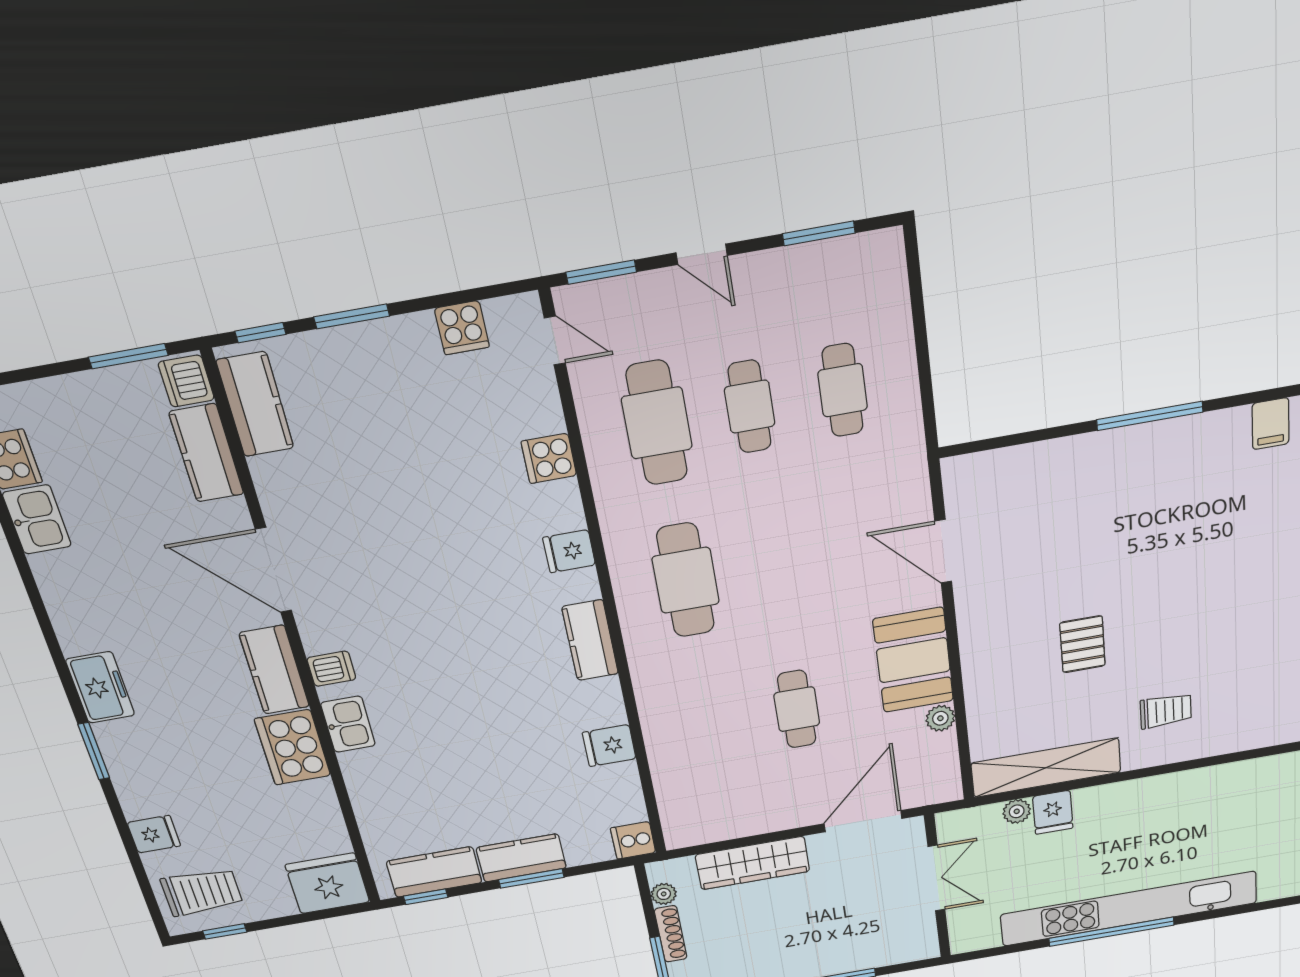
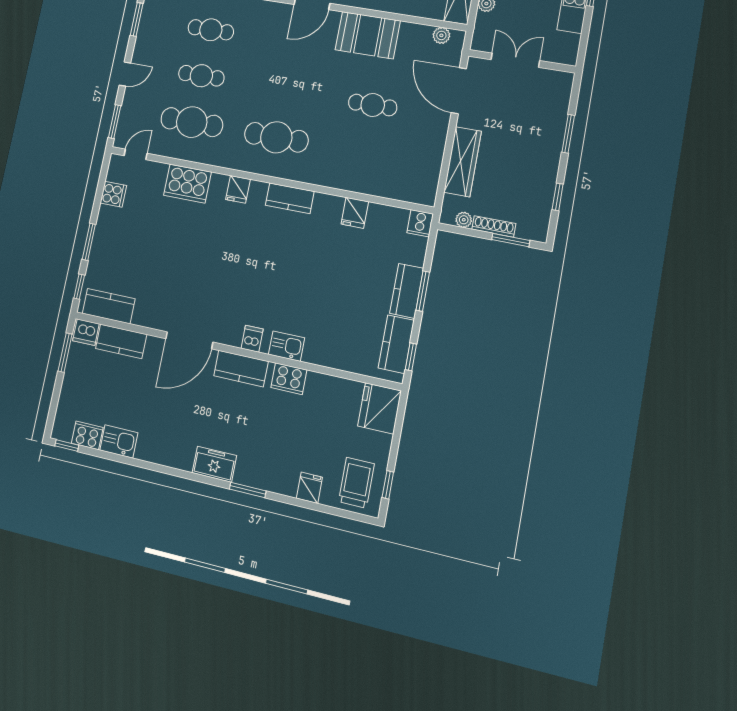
cooker: (549, 458) -> (187, 184), width x1.87, depth x1.31
plant: (940, 718) -> (441, 35), moved
cooker: (293, 747) -> (289, 379), width x0.73, depth x0.76

